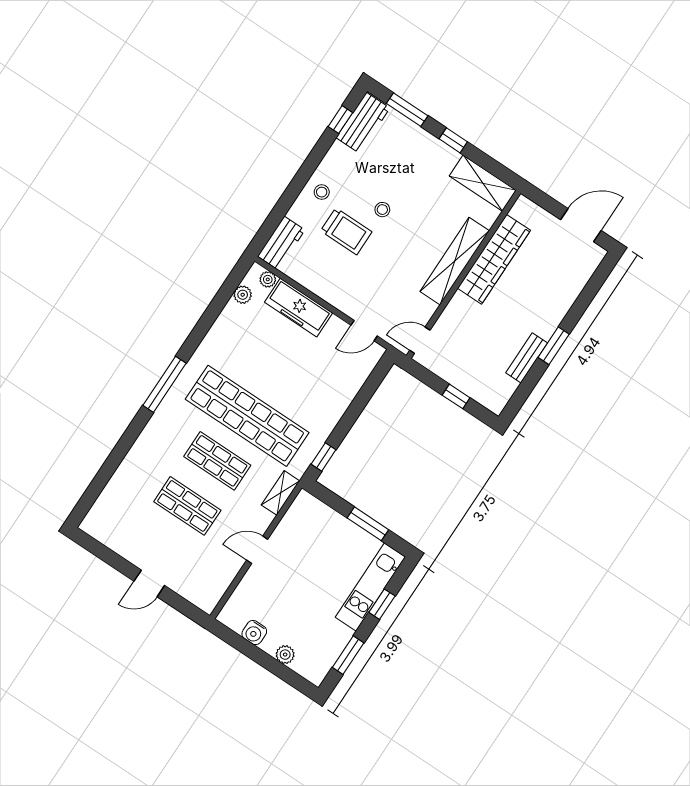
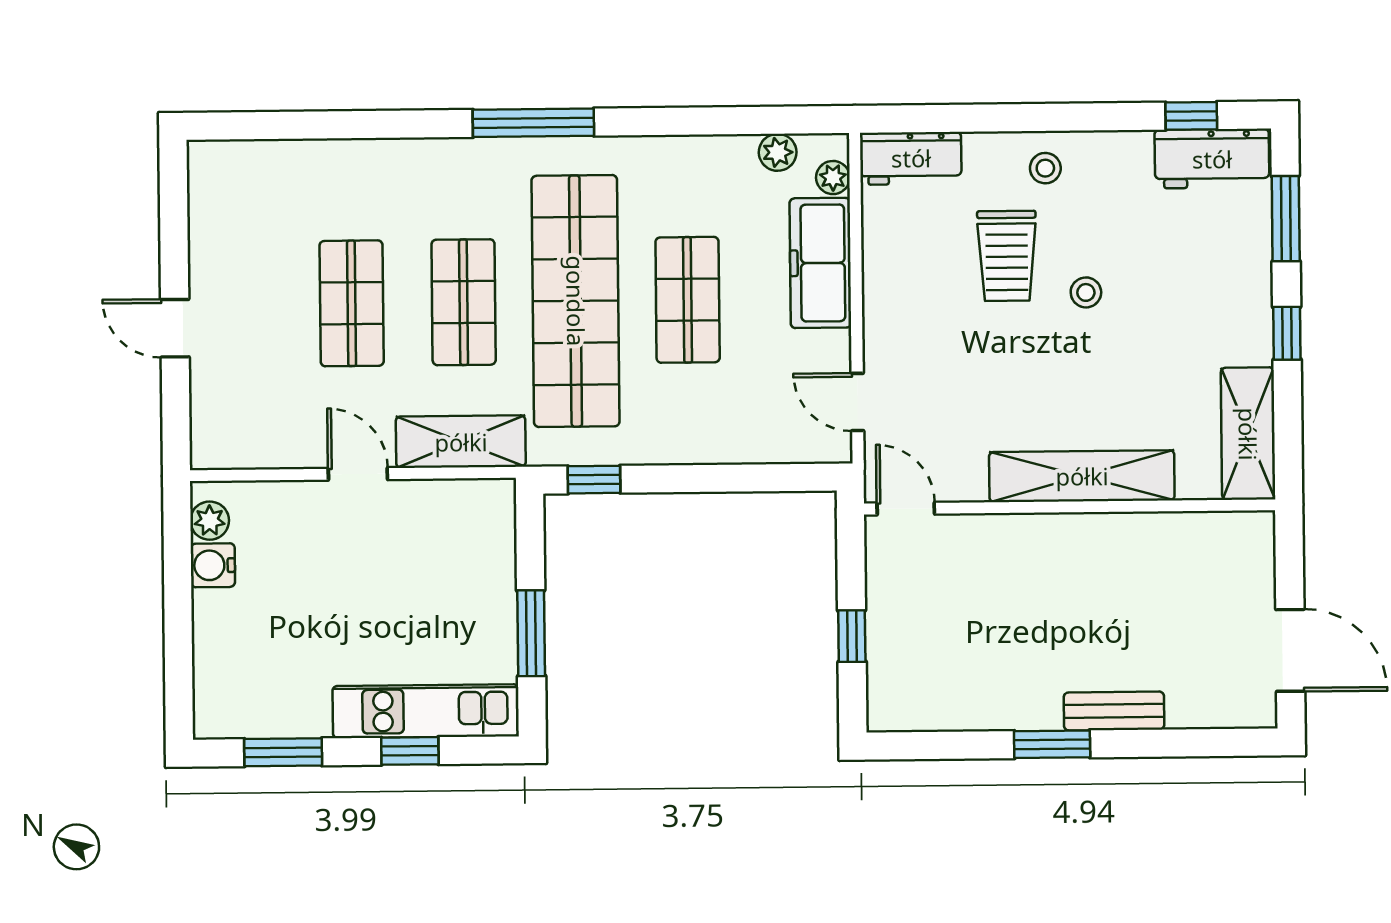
wardrobe: (494, 259) -> (1131, 541), removed
bench: (527, 358) -> (1114, 711), moved
shop shelf: (277, 371) -> (688, 300), added
shelving: (281, 493) -> (461, 442), width x1.50, depth x1.33
plant: (285, 655) -> (210, 521), moved

